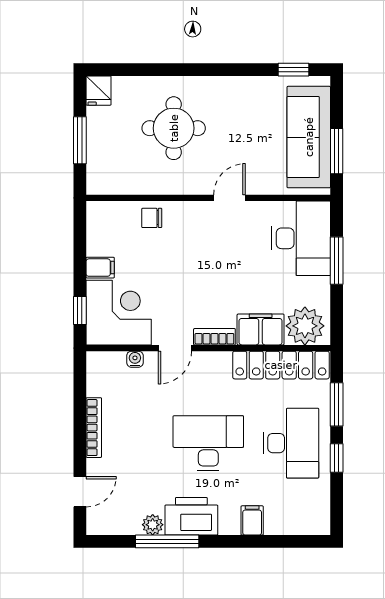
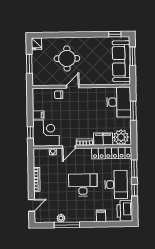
window: (337, 151) -> (132, 56), moved
door: (229, 198) -> (73, 86), moved
printer: (191, 516) -> (125, 211), moved, turned -90

